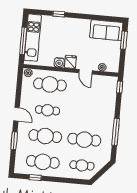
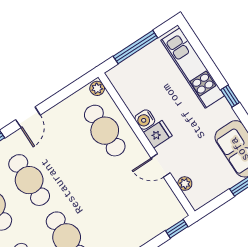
window: (59, 14) -> (230, 96), moved
kitchen unit: (33, 38) -> (193, 68), moved, turned 90
door: (85, 72) -> (161, 166), hinge flipped
cafe table: (48, 110) -> (67, 155), removed

